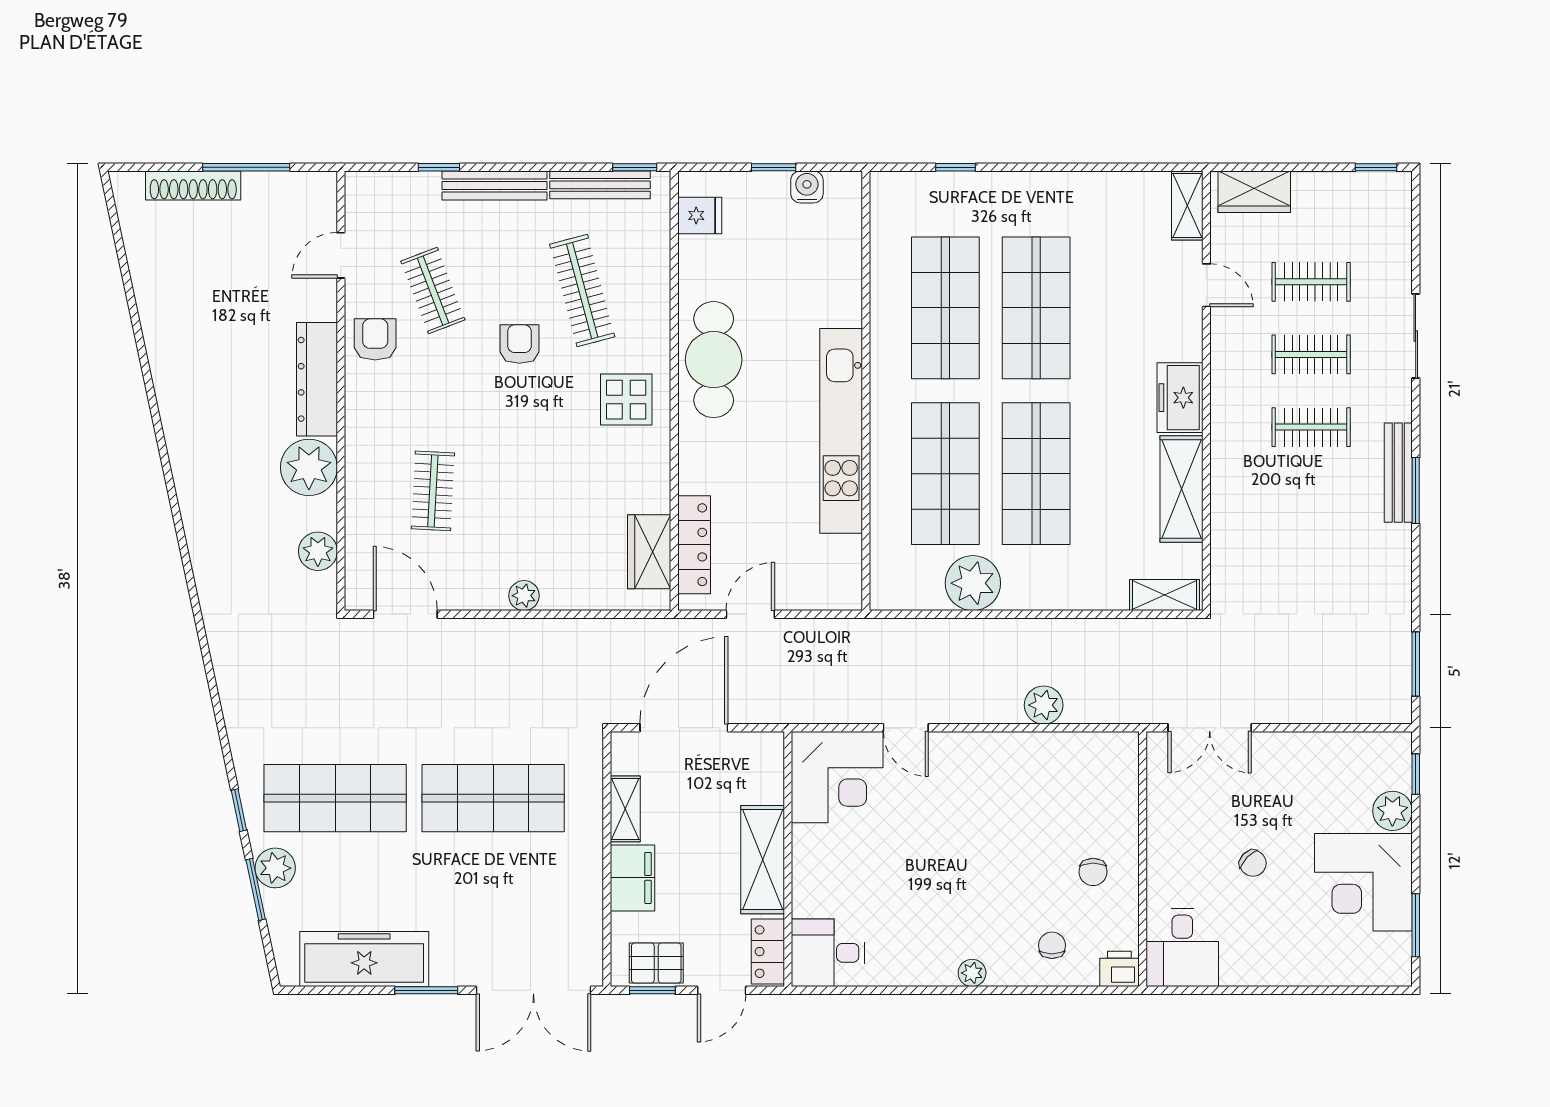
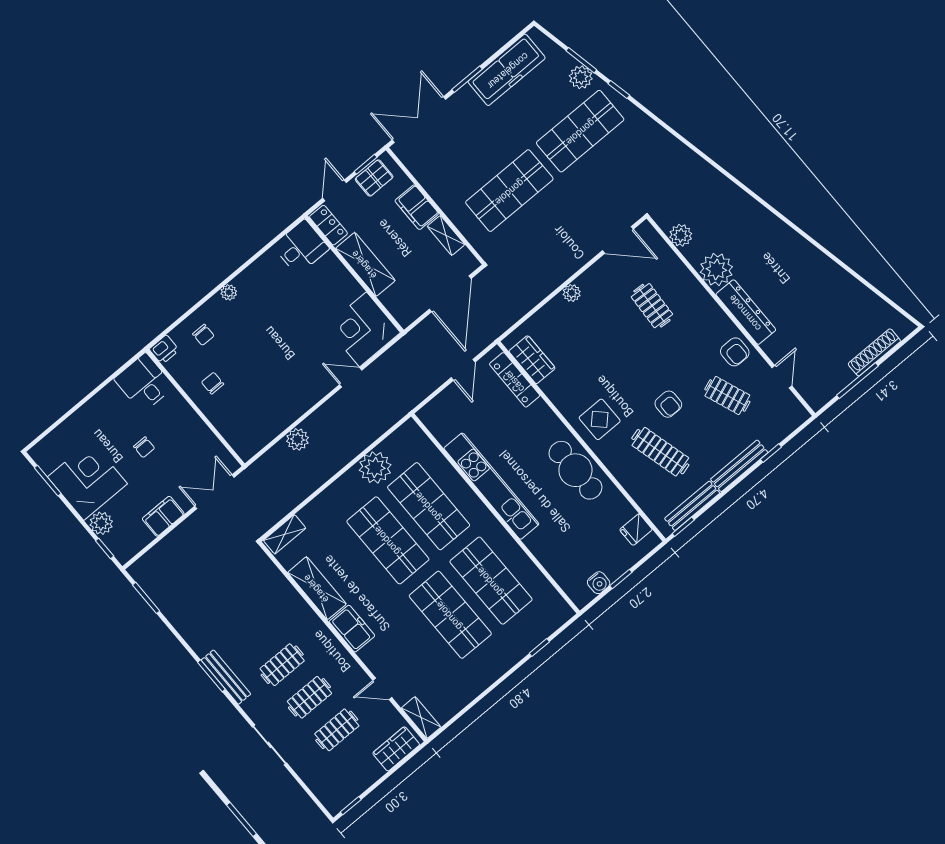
filing cabinet: (1304, 752) -> (163, 516), added
chair: (1253, 863) -> (144, 447), turned -134

